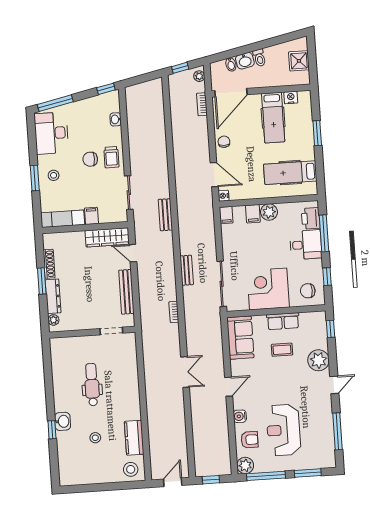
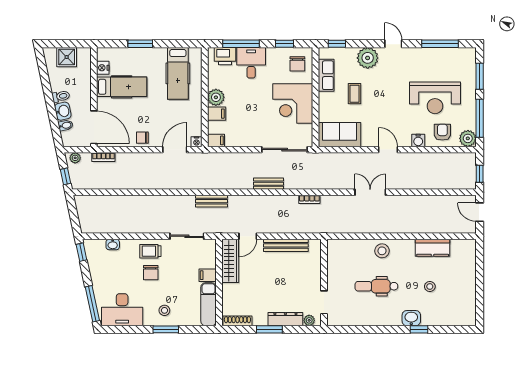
trolley: (111, 157) -> (150, 251), turned 180
shoe rack: (49, 264) -> (237, 321), moved
row of seats: (283, 321) -> (326, 75), moved
doorway: (111, 331) -> (324, 302), moved
stool: (131, 469) -> (382, 251), moved

